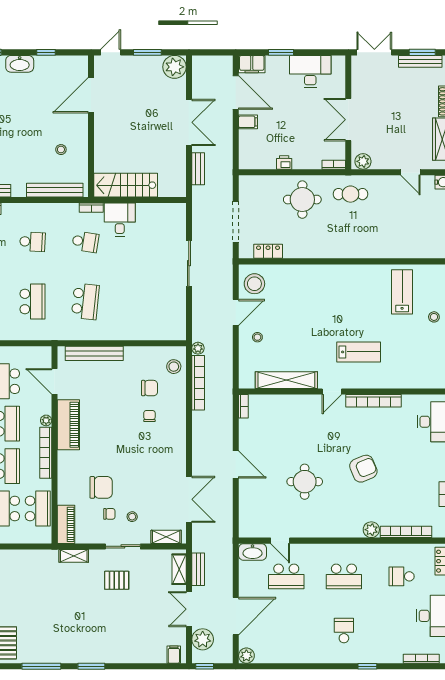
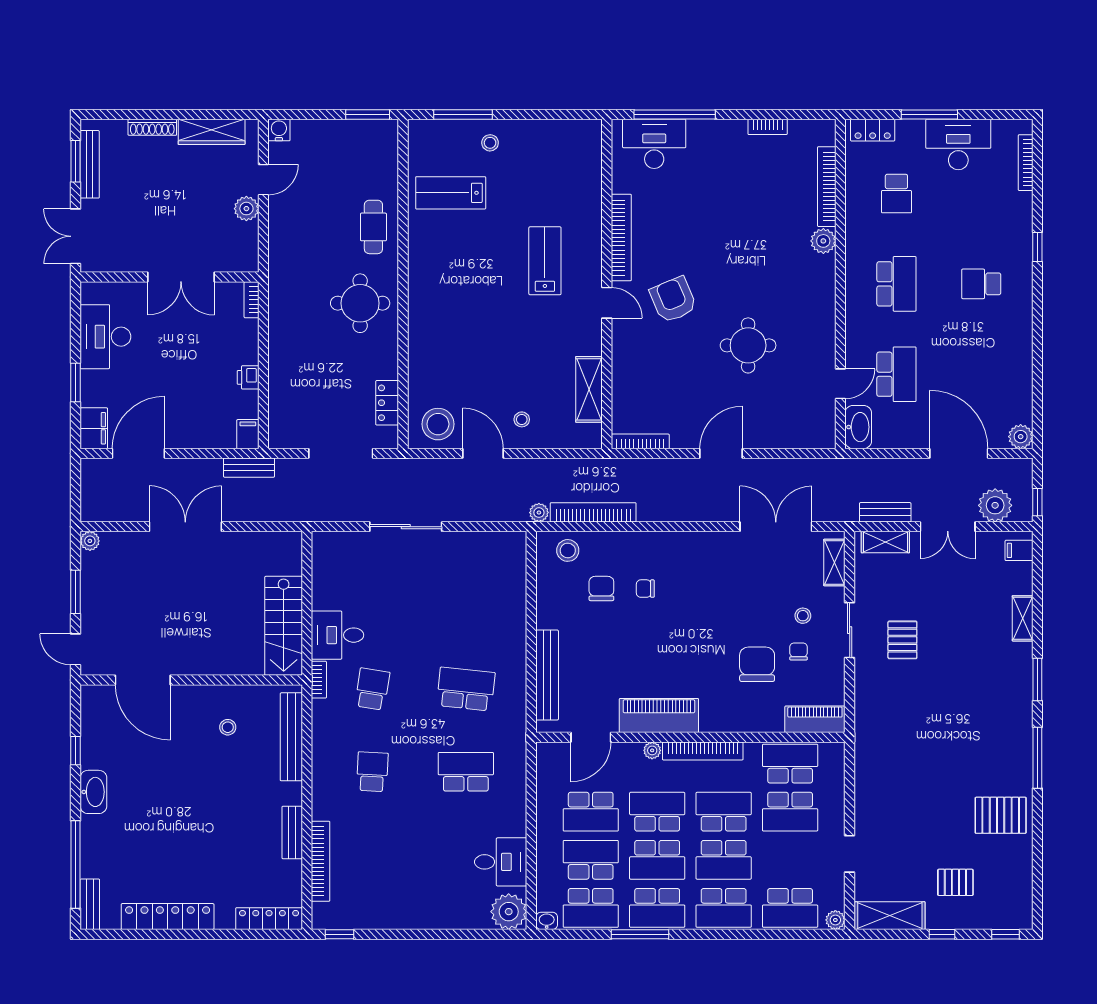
plant: (174, 67) -> (90, 541), width x0.53, depth x0.53
filing cabinet: (248, 122) -> (248, 434), moved
plant: (363, 161) -> (246, 209), moved
bench: (198, 169) -> (249, 468), moved
cafe table: (350, 194) -> (373, 227), moved
round table: (302, 200) -> (360, 303), moved
shelving: (286, 380) -> (589, 389), width x0.68
bookcase: (243, 406) -> (640, 441), width x1.56
armchair: (363, 469) -> (673, 300), moved
shelving: (74, 556) -> (1023, 618), moved

